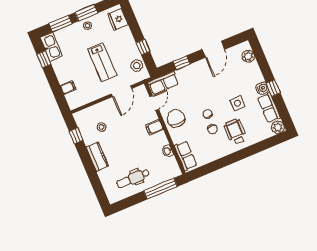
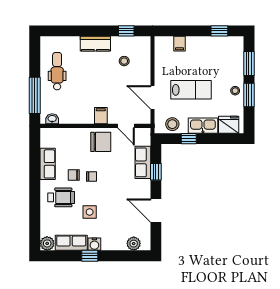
kitchen sink: (51, 47) -> (203, 126), moved, turned 180
lab bench: (102, 62) -> (191, 90), turned 180
row of seats: (163, 83) -> (143, 162), moved
washbasin: (167, 151) -> (52, 119), moved
row of seats: (186, 156) -> (48, 164), moved, turned -90

